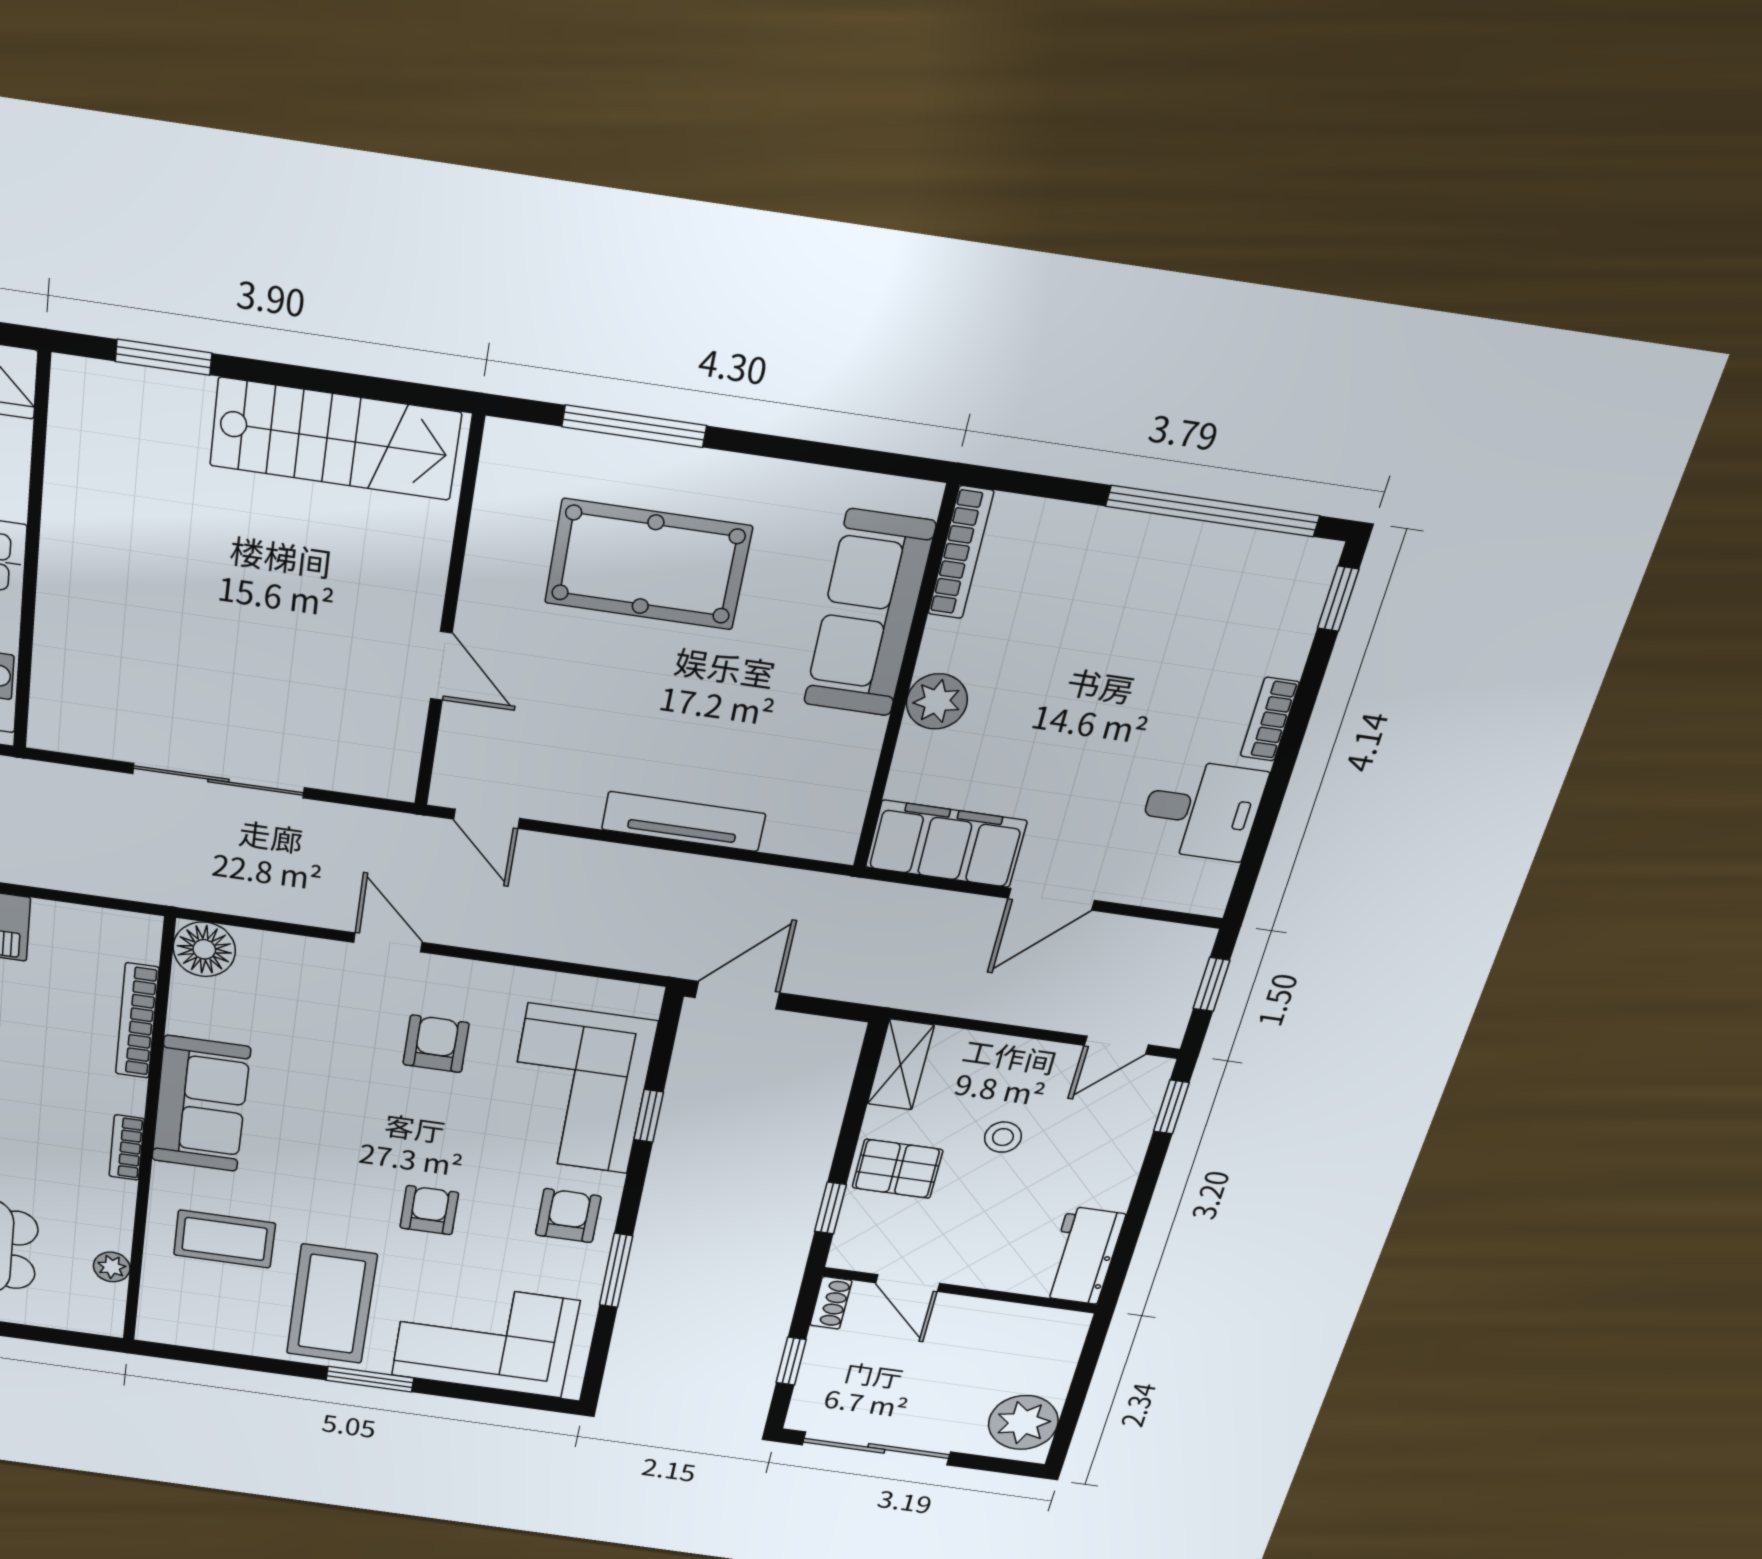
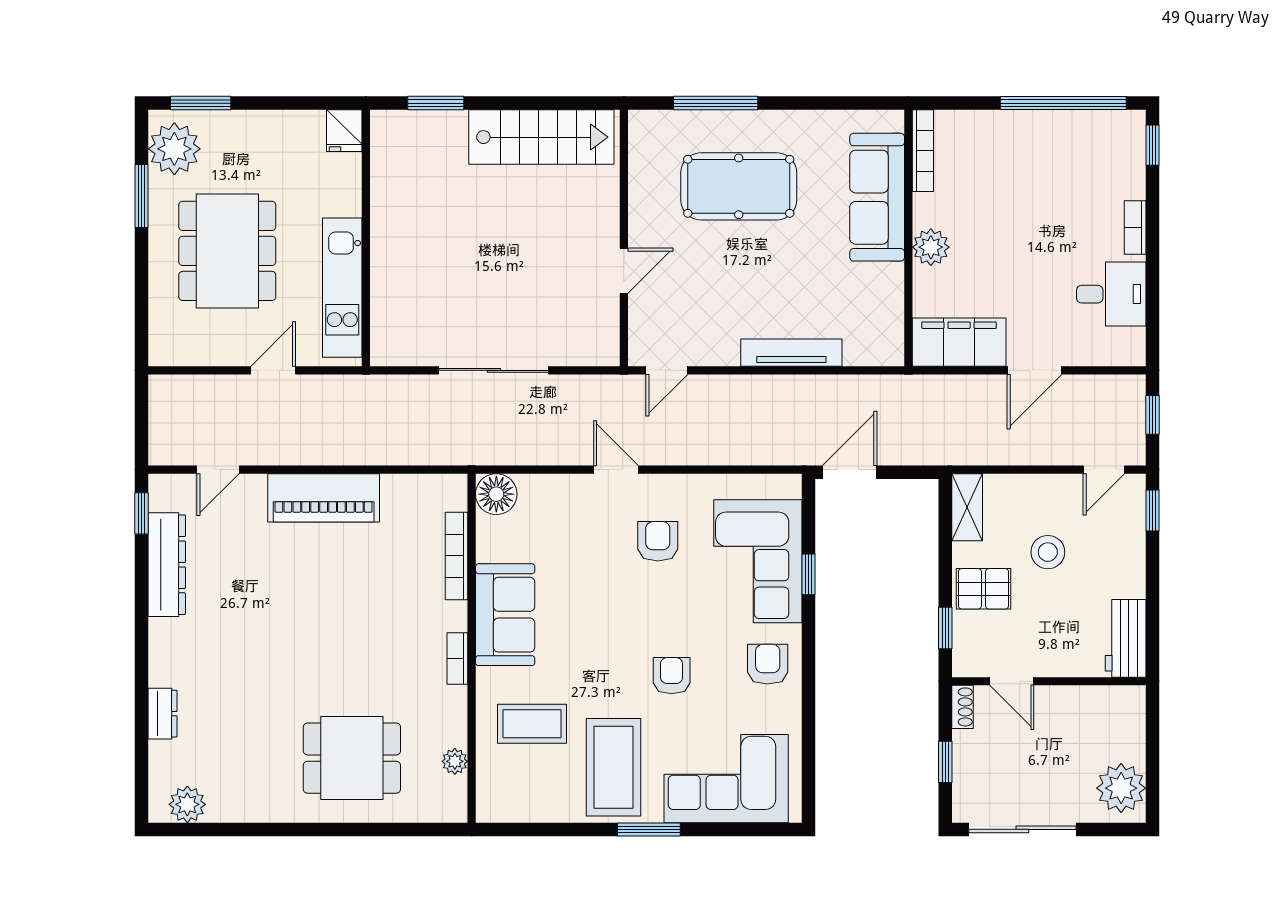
door: (441, 666) -> (624, 271), hinge flipped
door: (486, 819) -> (667, 370), hinge flipped
stool: (1003, 1137) -> (1048, 552), width x1.37, depth x1.37
window: (616, 1270) -> (808, 705), removed

